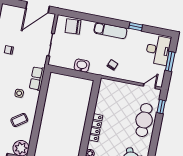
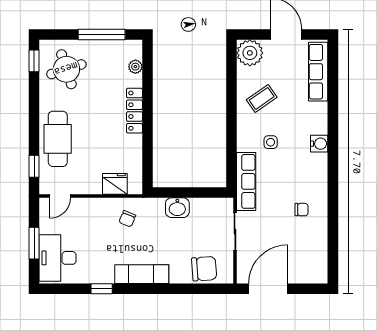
row of seats: (37, 79) -> (246, 181), width x1.48
fridge: (116, 87) -> (115, 184), added

